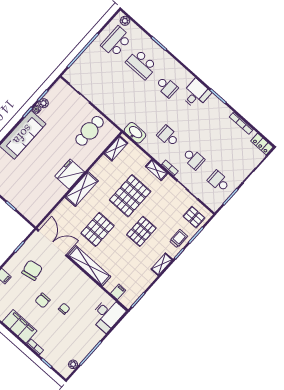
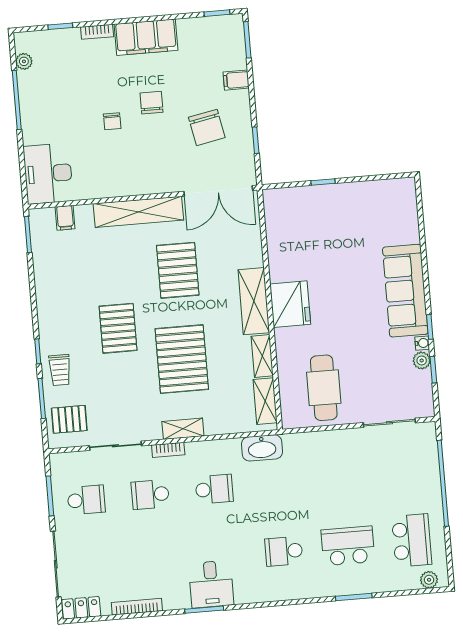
desk: (196, 94) -> (211, 584), moved
shelving: (162, 264) -> (262, 356), moved

